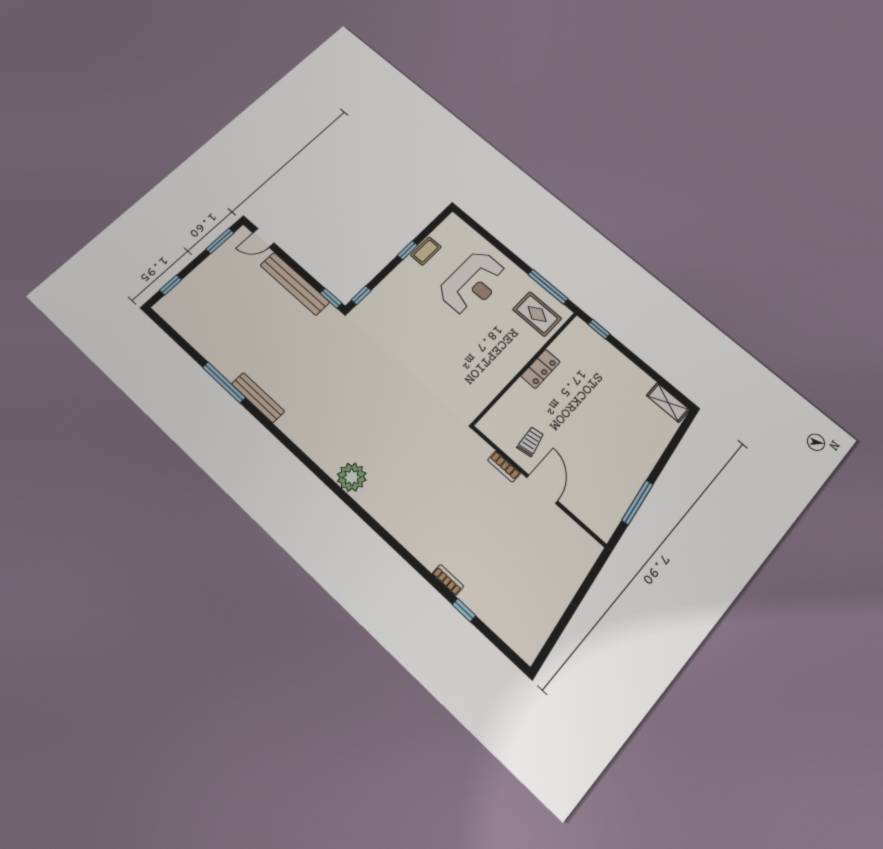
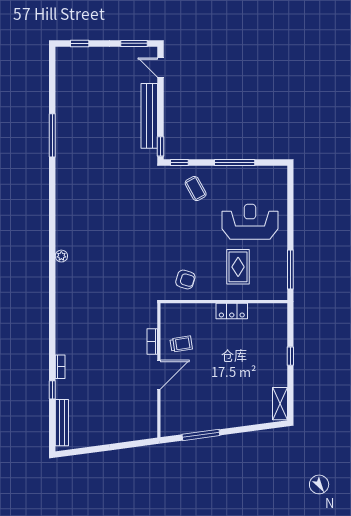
window: (407, 250) -> (235, 162), width x2.17
coffee table: (426, 251) -> (196, 189), moved, turned 61
reception desk: (473, 283) -> (250, 222), turned 180
rug: (537, 314) -> (238, 267), moved
window: (599, 329) -> (290, 356), moved
armchair: (473, 384) -> (185, 280), added
bench: (258, 398) -> (62, 423), moved
plant: (352, 477) -> (61, 256), width x0.53, depth x0.53

